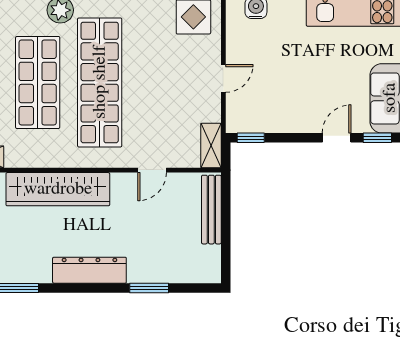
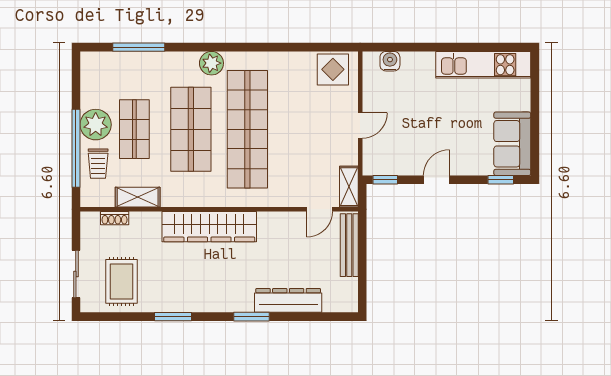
door: (337, 138) -> (436, 180), moved
door: (152, 170) -> (319, 209), moved
dresser: (89, 270) -> (288, 300), moved
window: (149, 288) -> (252, 317), moved

